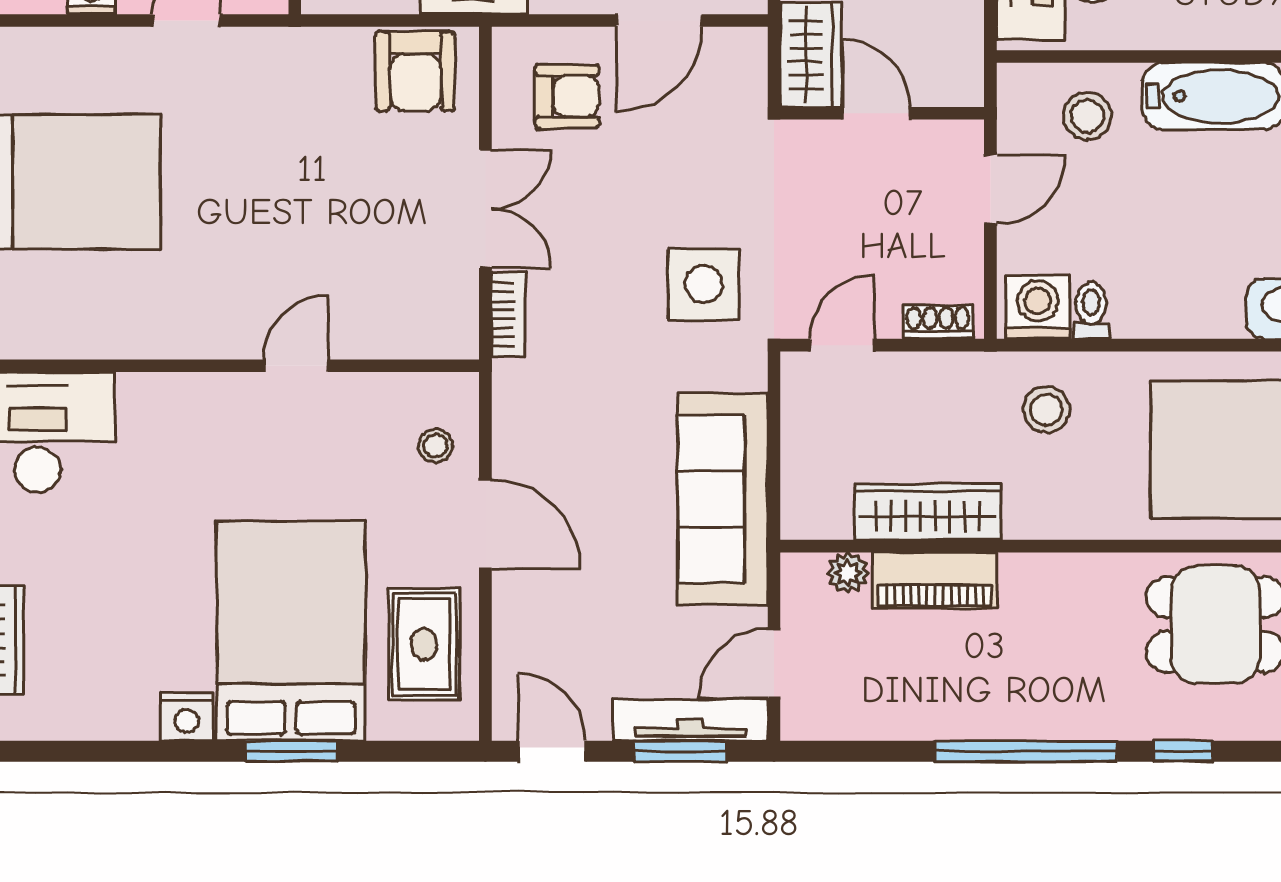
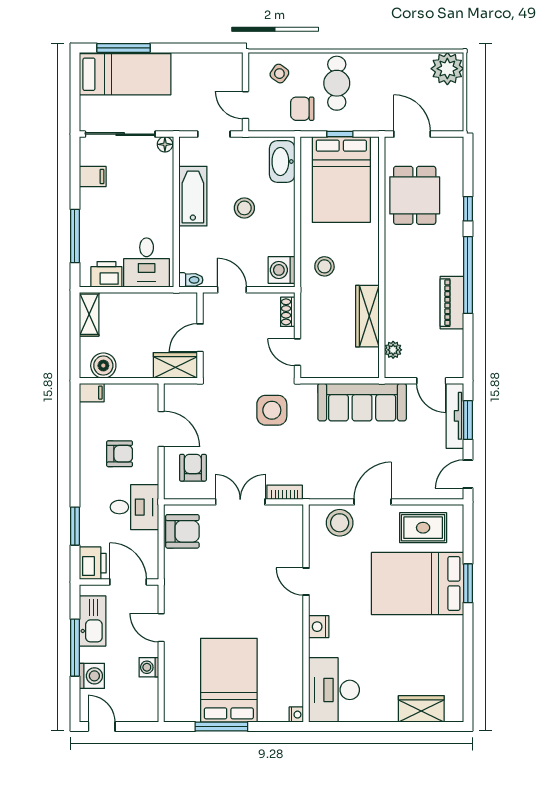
stool: (1087, 116) -> (244, 208), moved
toilet: (1091, 310) -> (191, 280), moved, turned 180
stool: (436, 446) -> (340, 523), width x1.89, depth x1.89
piano: (935, 580) -> (452, 303), moved, turned 180
nightstand: (187, 717) -> (319, 627), moved, turned 180

